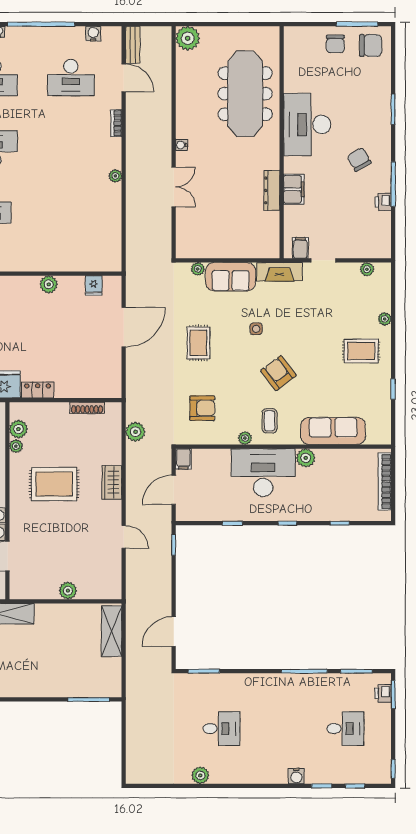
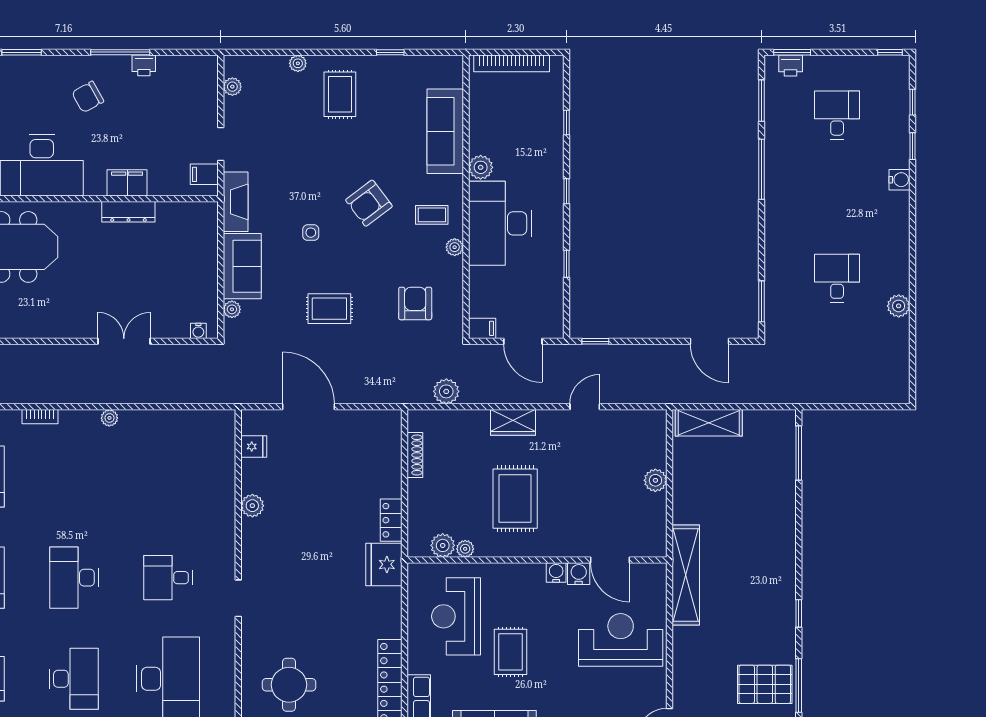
water cooler: (181, 145) -> (198, 331), moved

